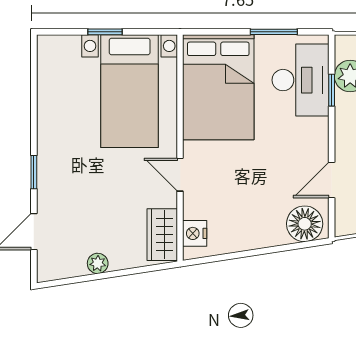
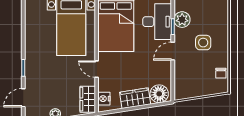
door: (332, 180) -> (173, 51), moved
wardrobe: (257, 233) -> (135, 98), added

